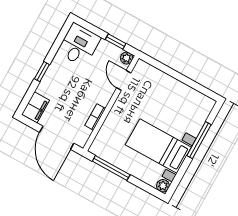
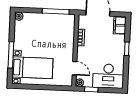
desk: (79, 45) -> (108, 76), width x1.37
bed with nightstands: (158, 146) -> (32, 68), moved

